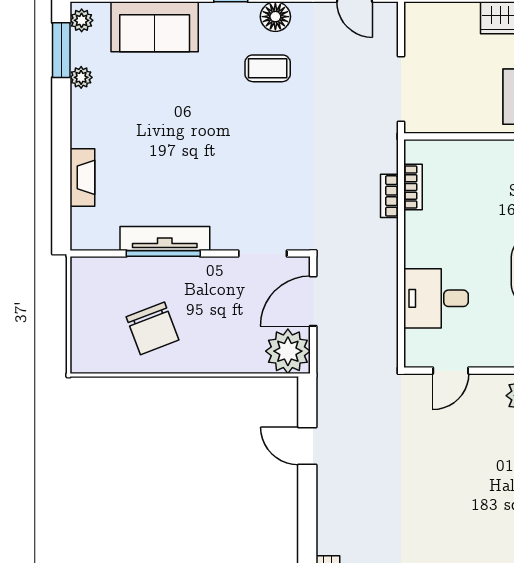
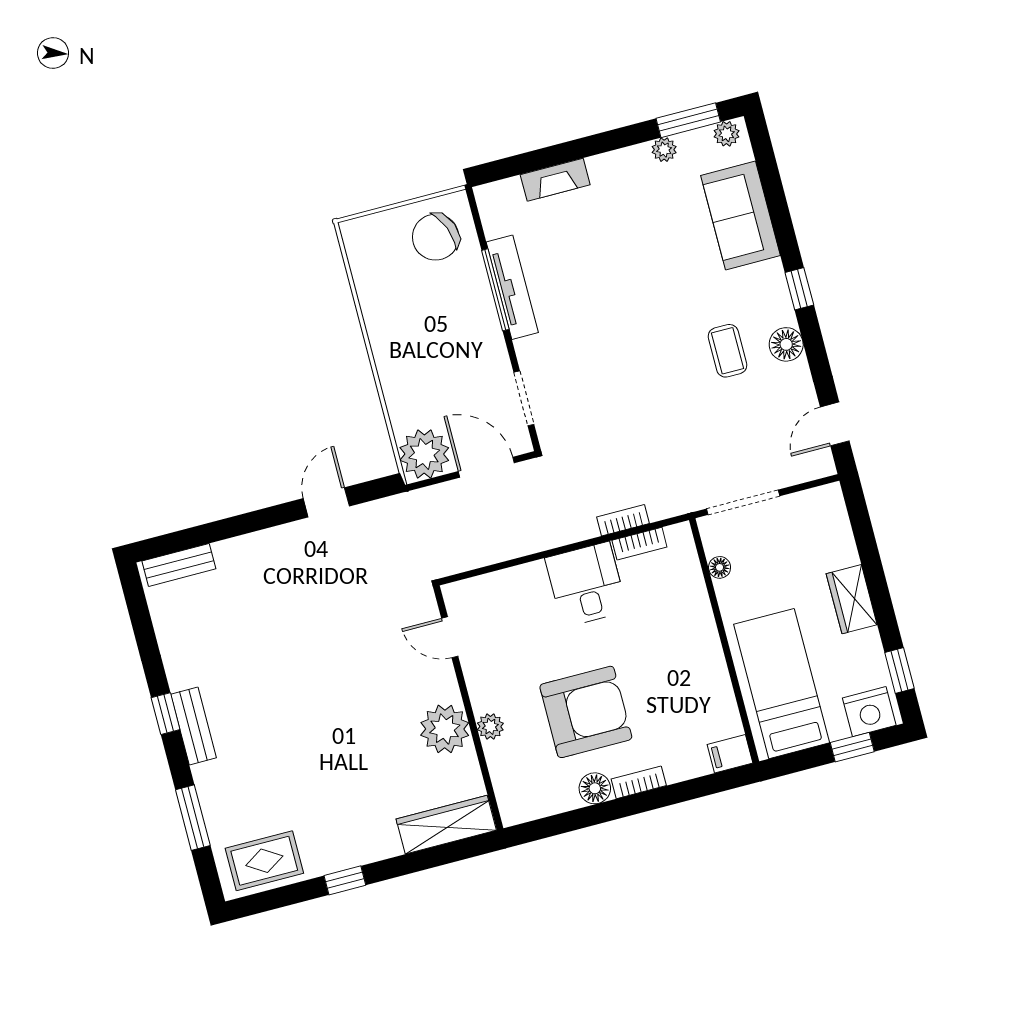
floor lamp: (451, 124) -> (720, 567), added
desk: (436, 298) -> (586, 584), moved
chair: (153, 328) -> (436, 237), moved

